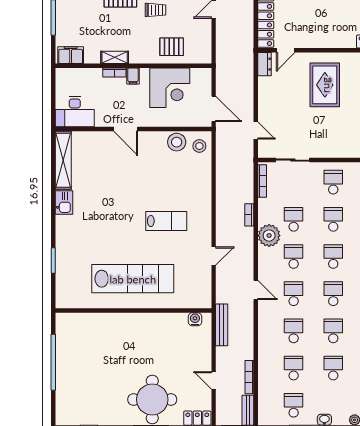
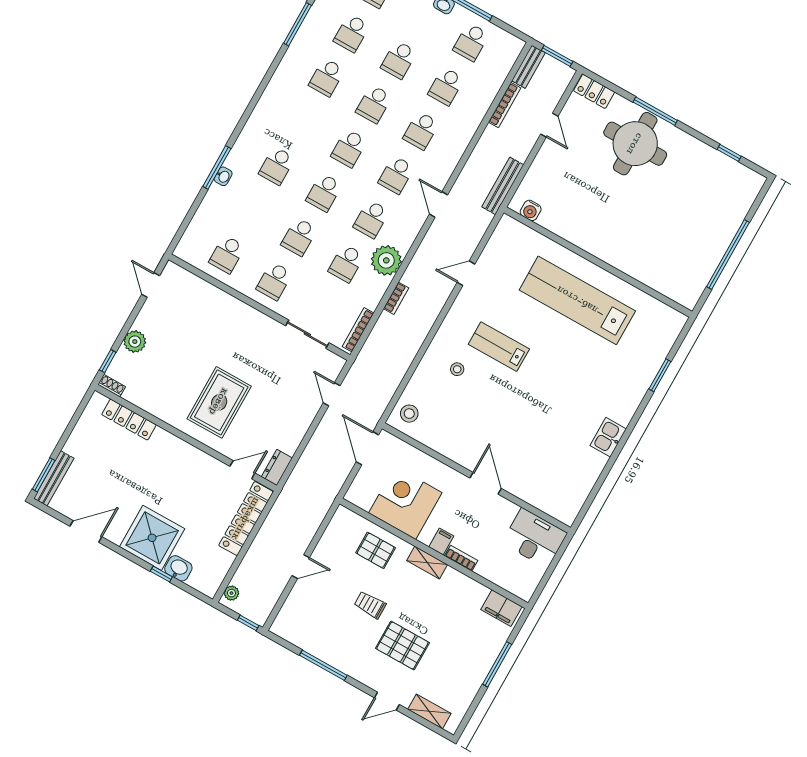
shelving: (115, 57) -> (427, 563), moved
stool: (177, 142) -> (457, 369), moved, width x0.53, depth x0.53
shelving: (63, 160) -> (581, 488), removed

